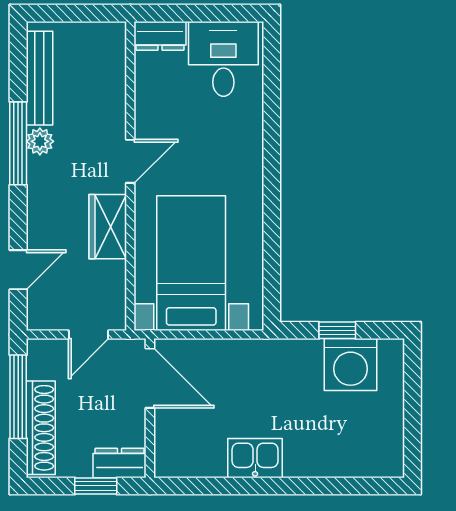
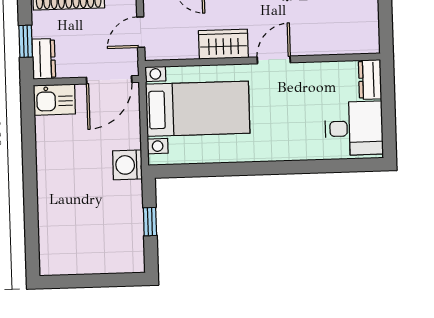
door: (130, 161) -> (274, 60), swing flipped
door: (88, 335) -> (141, 32), hinge flipped
washing machine: (351, 365) -> (127, 165), moved, width x0.73, depth x0.73
kitchen sink: (255, 458) -> (54, 100), moved, turned 90

